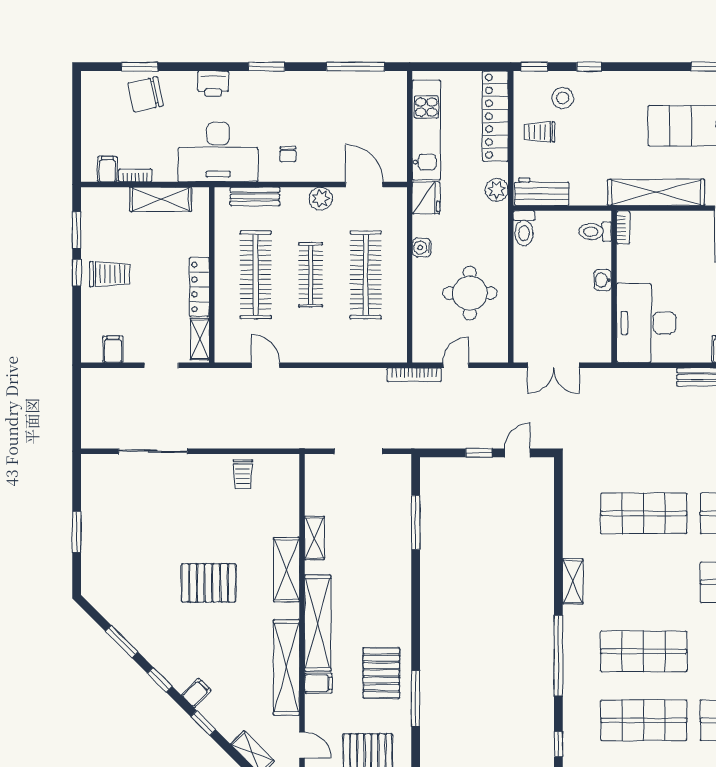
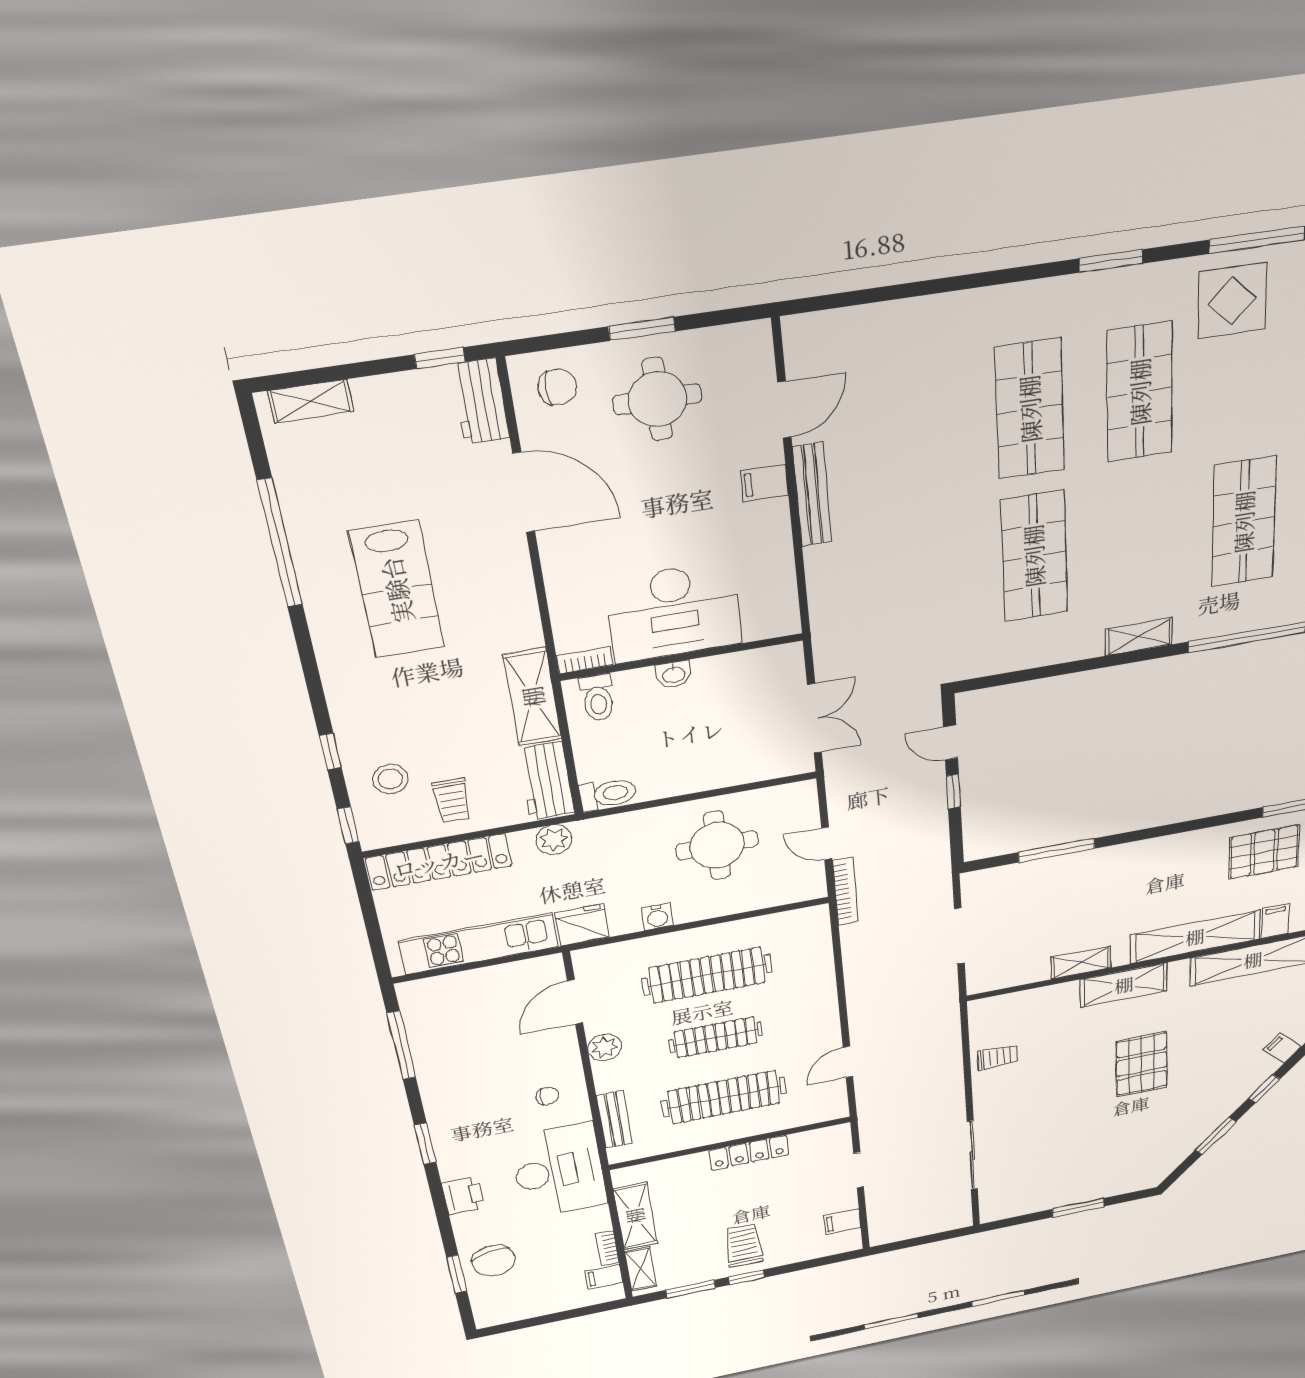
shelving: (656, 192) -> (533, 697), moved, width x0.68
desk: (646, 323) -> (674, 612), moved
shelving: (200, 339) -> (641, 1269), moved, turned 90

